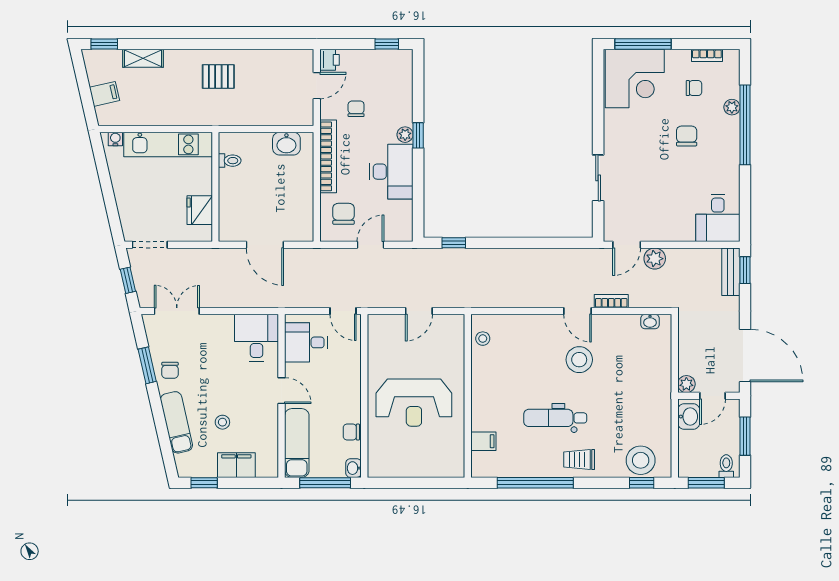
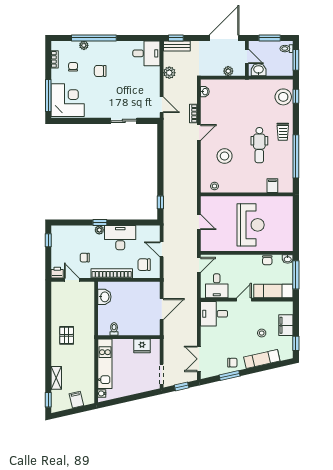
plant: (655, 259) -> (169, 73), moved
stool: (579, 360) -> (225, 156), moved
plant: (686, 384) -> (228, 71), moved

